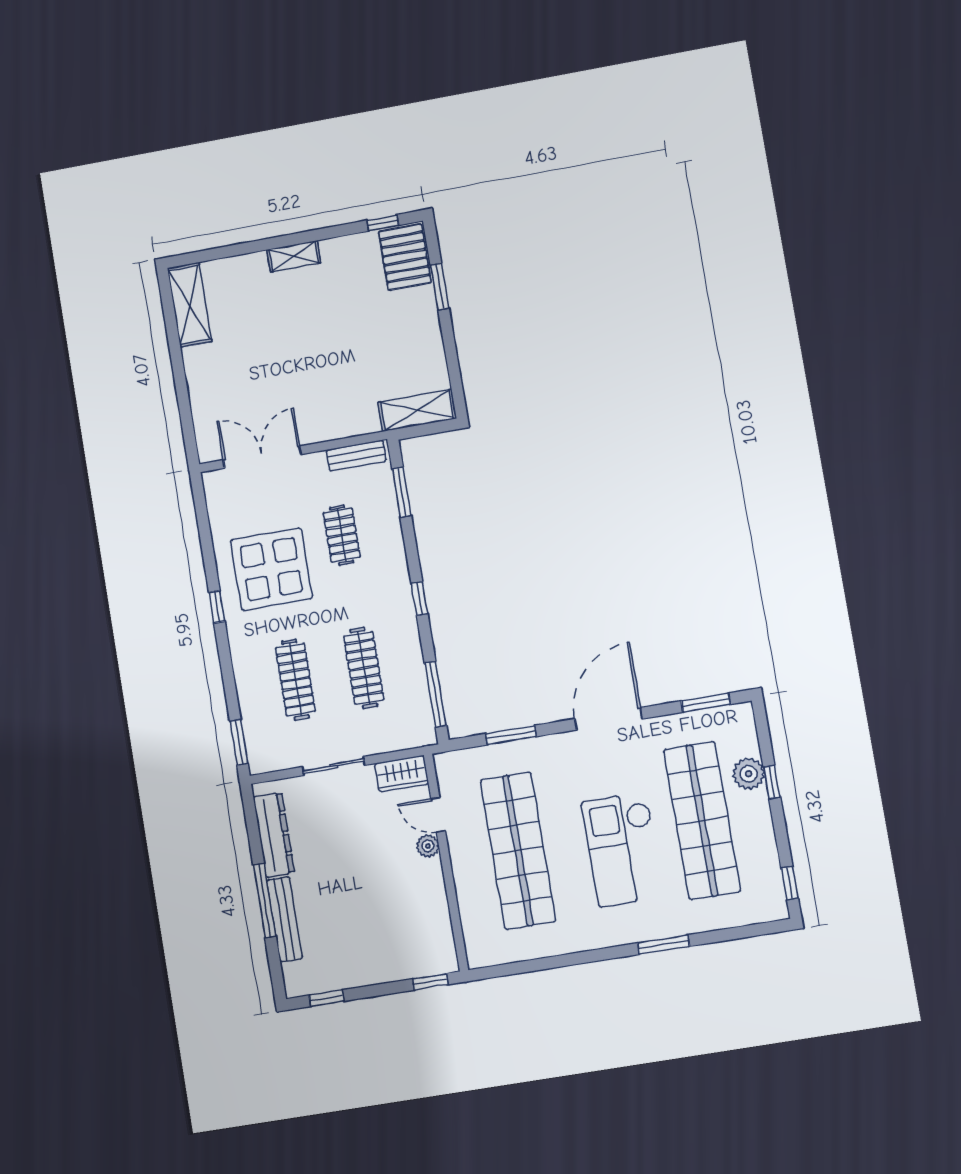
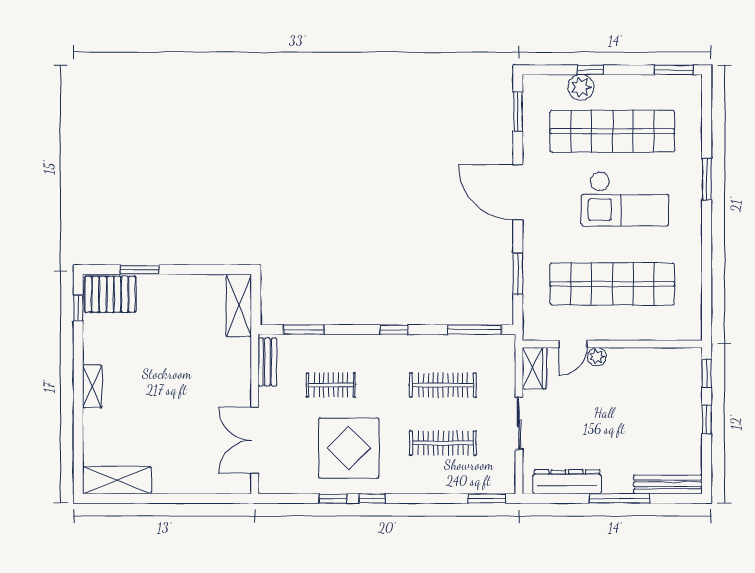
window: (209, 561) -> (333, 498), added
window: (790, 883) -> (674, 70), width x1.50
bench: (285, 919) -> (668, 484), moved
window: (327, 998) -> (707, 419), moved

